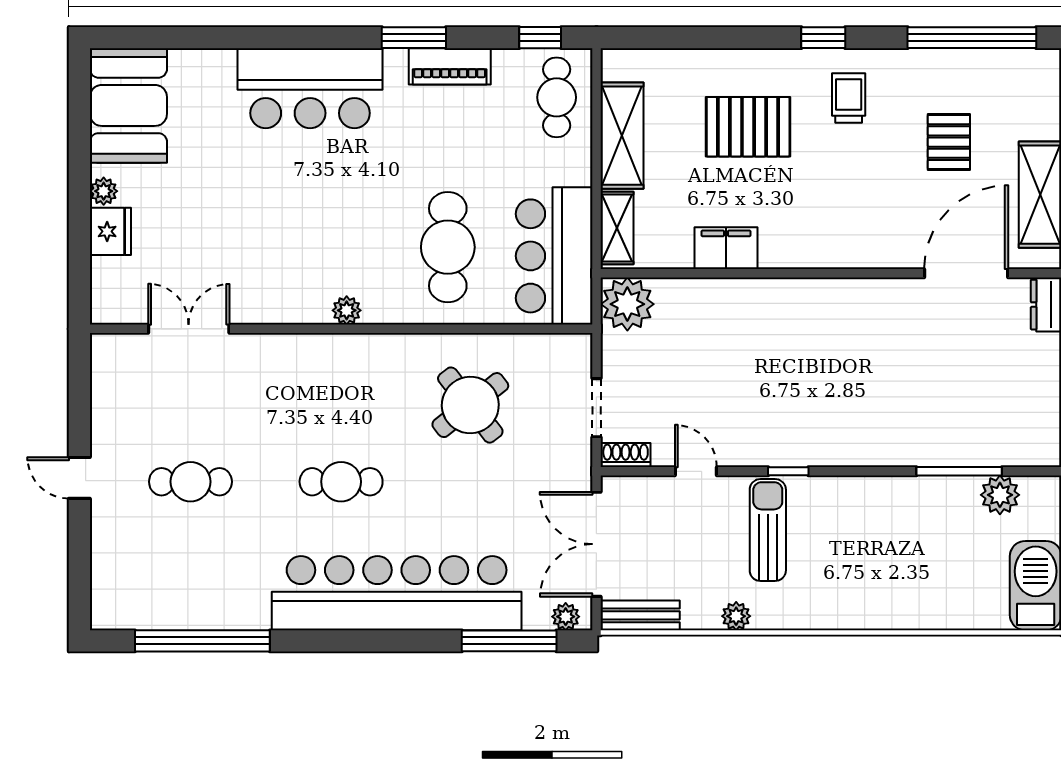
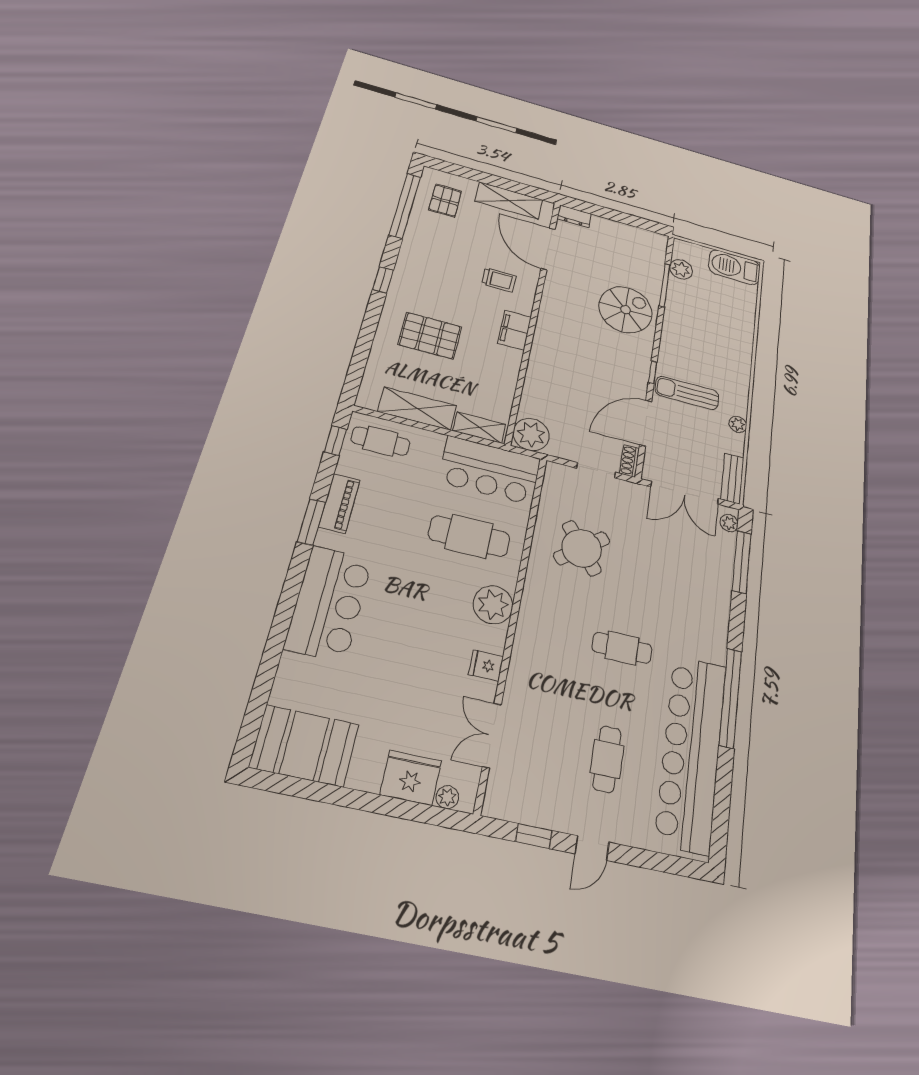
trolley: (849, 98) -> (499, 280), moved, turned 180
pallet: (748, 127) -> (430, 336), turned 90
pallet: (949, 142) -> (445, 201), moved, turned 90
plant: (104, 191) -> (447, 797), moved
fridge: (110, 231) -> (411, 778), width x1.36, depth x1.34
filing cabinet: (726, 248) -> (514, 330), moved
fridge: (276, 304) -> (486, 666), added
plant: (347, 310) -> (493, 605), width x1.87, depth x1.87
window: (79, 403) -> (534, 836), added
spiral stairs: (891, 414) -> (626, 310), added
door: (696, 471) -> (646, 423), width x1.87
cafe table: (341, 482) -> (622, 648), turned 90
bar counter: (397, 593) -> (691, 752), moved
window: (202, 641) -> (730, 698), moved

